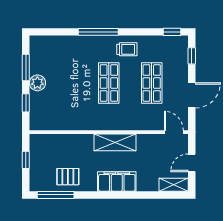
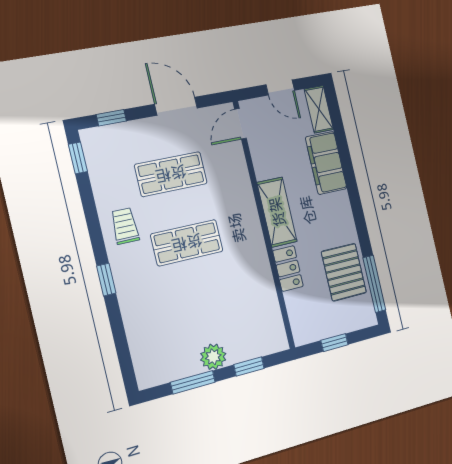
window: (98, 32) -> (106, 280), width x0.46
locker: (79, 141) -> (288, 268), added
pallet: (68, 177) -> (344, 272), width x1.50, depth x1.42
filing cabinet: (117, 181) -> (326, 163), moved

